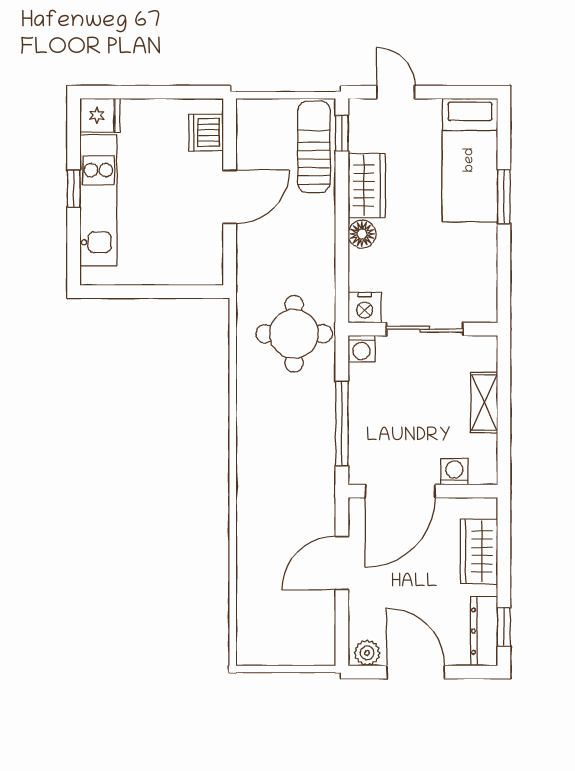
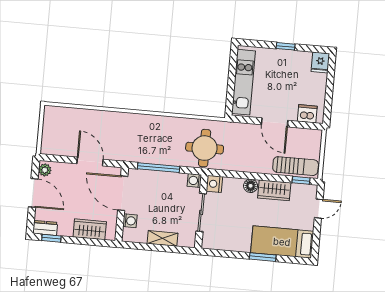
kitchen unit: (98, 200) -> (244, 82), moved, turned -90
dresser: (484, 631) -> (45, 228), width x0.70
door: (416, 672) -> (33, 193), hinge flipped

